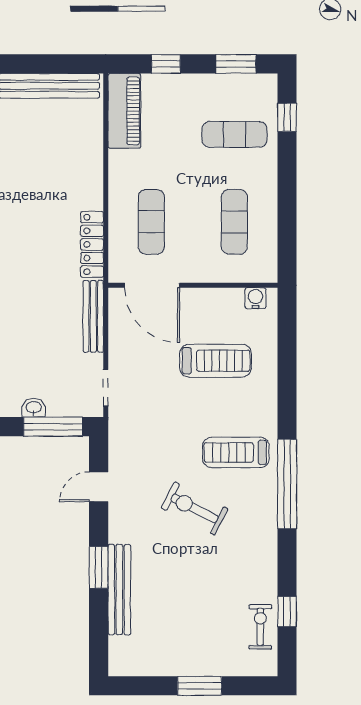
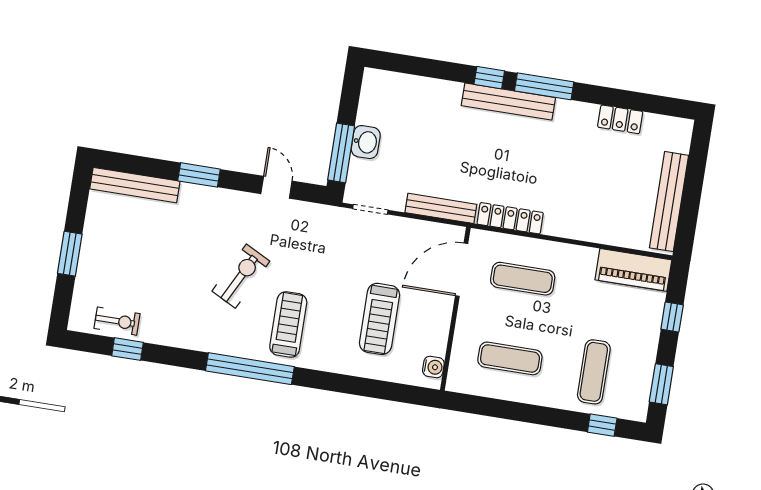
washbasin: (34, 408) -> (366, 142), width x1.38, depth x1.45
bench: (119, 590) -> (135, 185), moved

